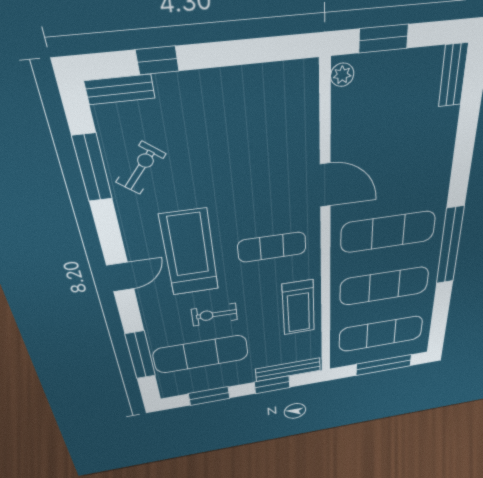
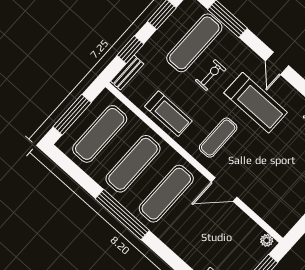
treadmill: (298, 308) -> (168, 114), turned 180
bench: (288, 370) -> (127, 73), width x0.73

